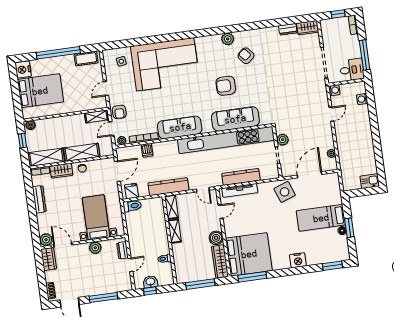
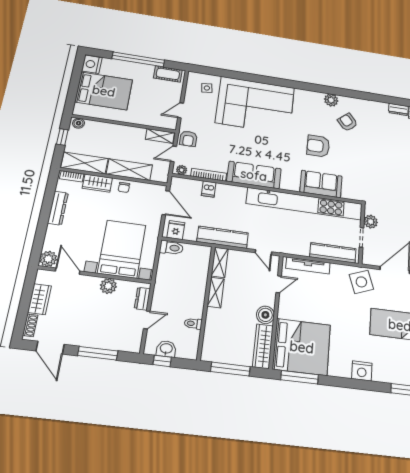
sofa: (235, 119) -> (321, 184), width x0.73
door: (117, 171) -> (166, 203), hinge flipped
kitchen counter: (241, 177) -> (333, 253), moved
bed with nightstands: (96, 217) -> (122, 249), width x1.36
wardrobe: (49, 259) -> (39, 299), moved

